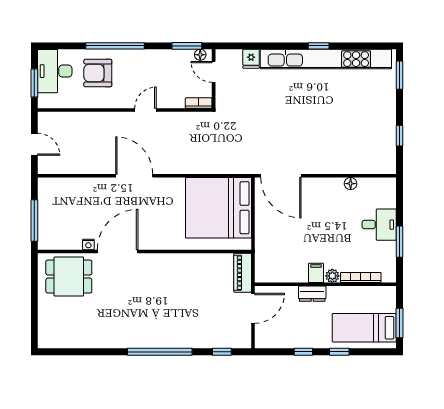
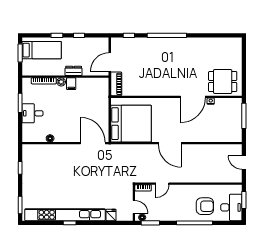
door: (145, 110) -> (162, 184), moved
door: (134, 176) -> (170, 143), moved

